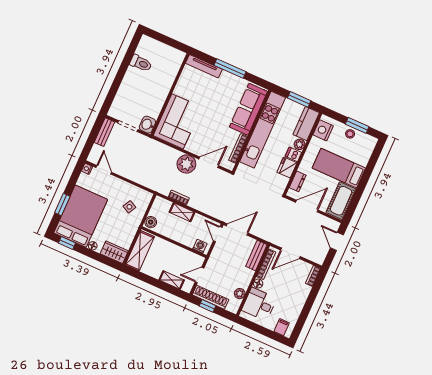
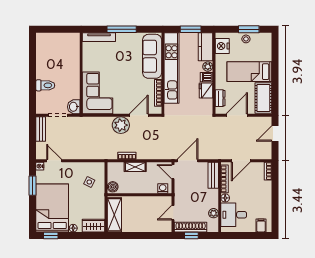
toilet: (141, 63) -> (45, 85), moved
window: (62, 205) -> (33, 186), moved
door: (337, 241) -> (275, 133), hinge flipped
shelving: (172, 280) -> (152, 227), removed

